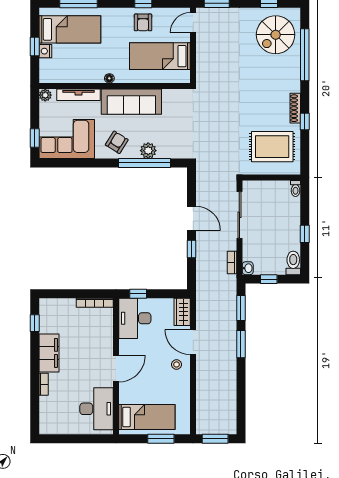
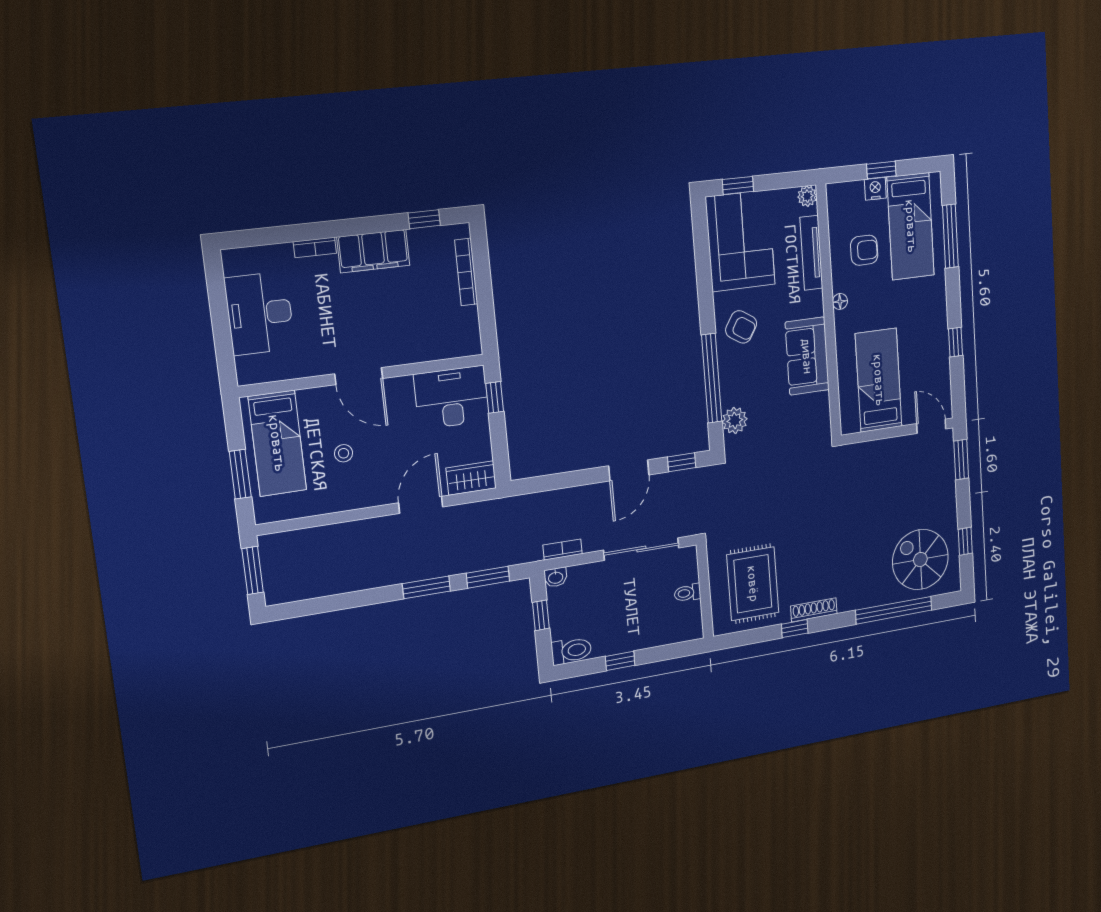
armchair: (143, 22) -> (864, 250), moved, turned 180
sofa: (131, 102) -> (807, 356), width x0.73
plant: (148, 151) -> (735, 420), moved
toilet: (295, 188) -> (687, 593), moved
window: (192, 249) -> (682, 462), moved
bookcase: (95, 303) -> (466, 272), moved
stool: (177, 364) -> (344, 453), moved
desk: (97, 409) -> (260, 313), moved, turned 90

